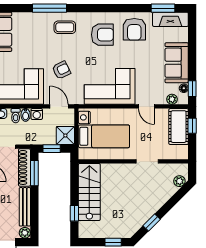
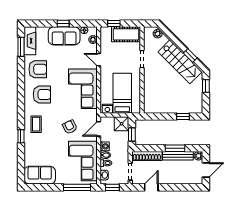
window: (50, 8) -> (21, 136), width x0.46
armchair: (102, 35) -> (42, 94), turned 90
window: (192, 89) -> (63, 24), moved
door: (146, 106) -> (99, 60), swing flipped
cot: (179, 127) -> (126, 34), moved
window: (34, 173) -> (175, 148), moved
stairs: (89, 192) -> (180, 62), moved, turned -135

